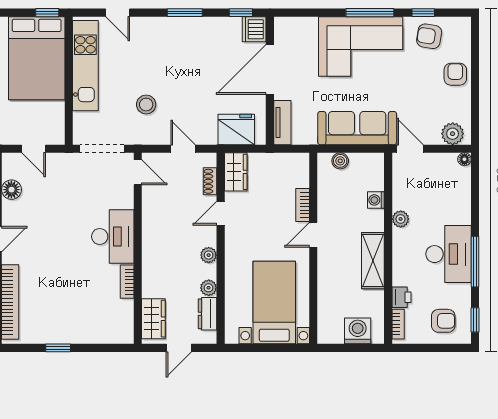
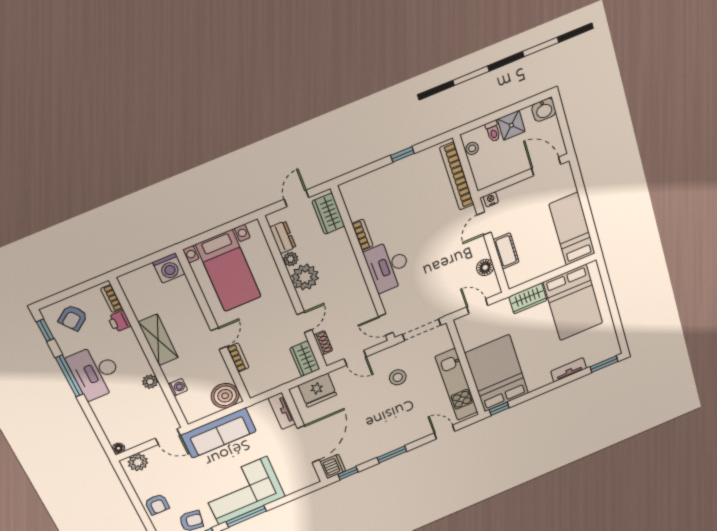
boiler: (340, 161) -> (225, 396), width x1.86, depth x1.86
plant: (209, 255) -> (305, 277), width x1.88, depth x1.88
armchair: (443, 321) -> (73, 318), turned -37
washing machine: (358, 331) -> (169, 268), moved

